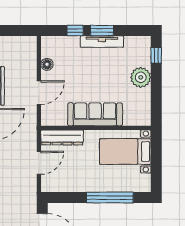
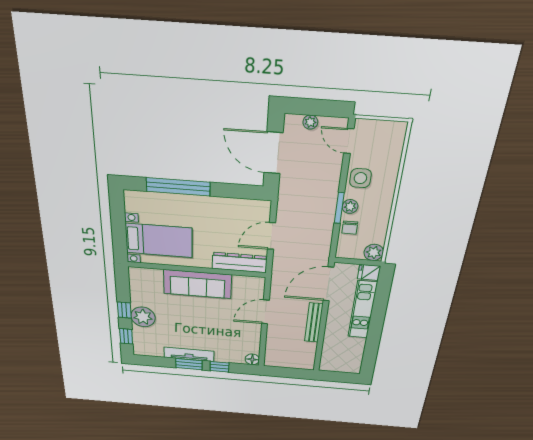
floor lamp: (47, 64) -> (252, 359), moved
window: (156, 83) -> (124, 310), added

